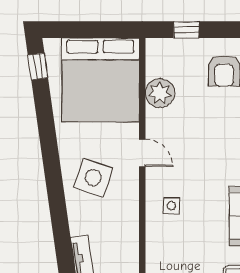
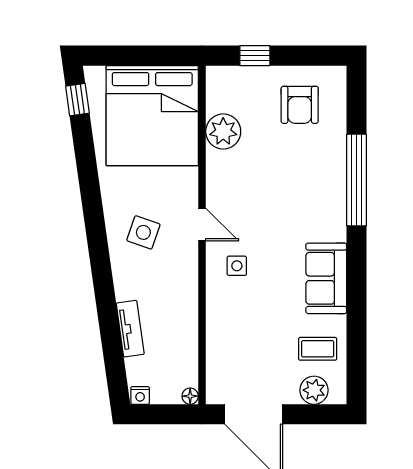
door: (142, 153) -> (202, 225), moved
side table: (93, 178) -> (143, 232), width x0.73, depth x0.73

